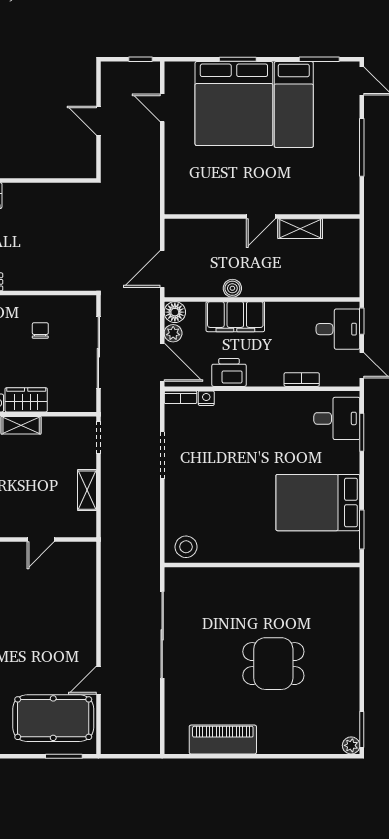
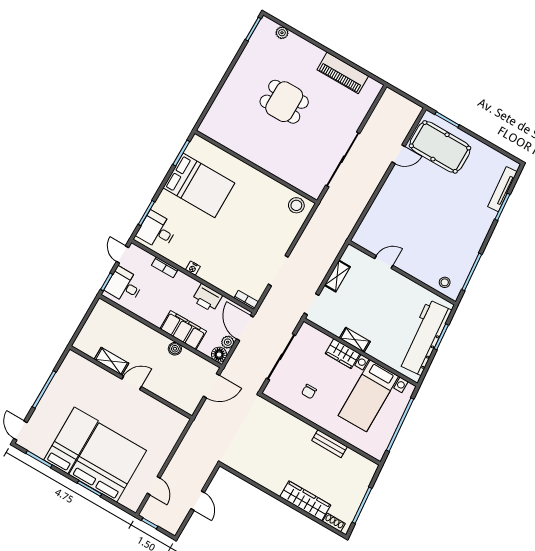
nightstand: (206, 398) -> (193, 268), moved
plant: (351, 745) -> (282, 33), moved

